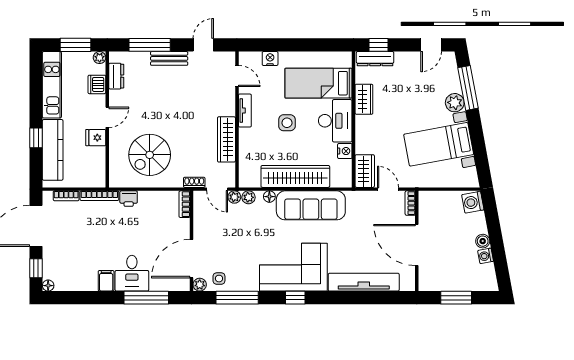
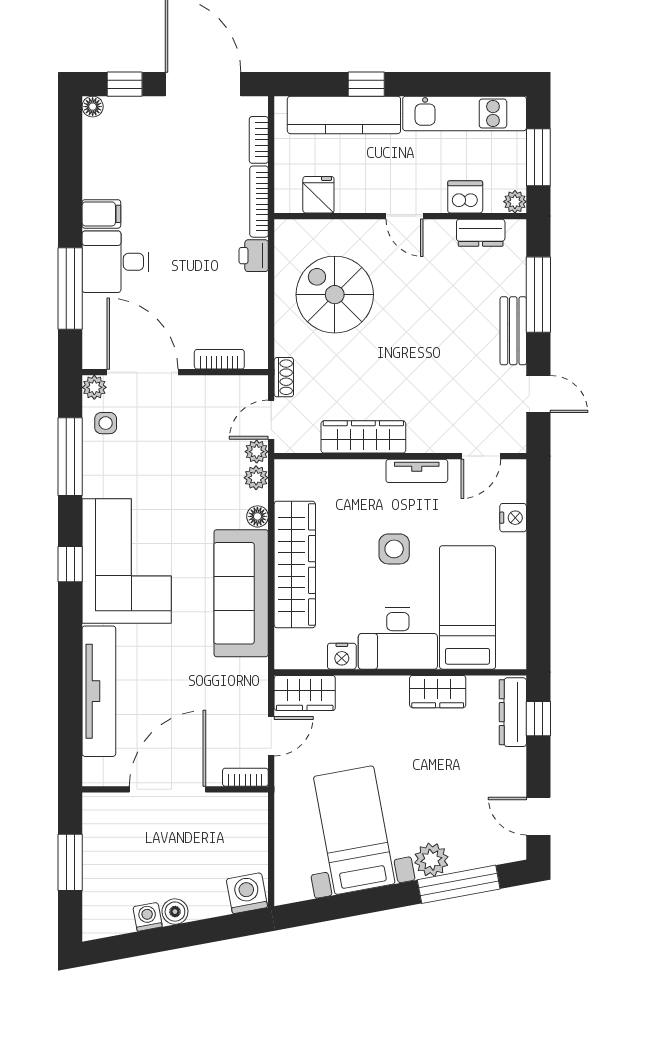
fridge: (96, 138) -> (318, 195), moved
bookcase: (185, 204) -> (219, 359), moved

